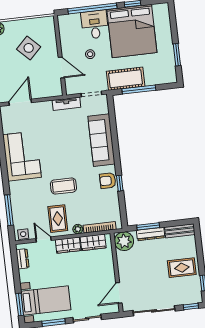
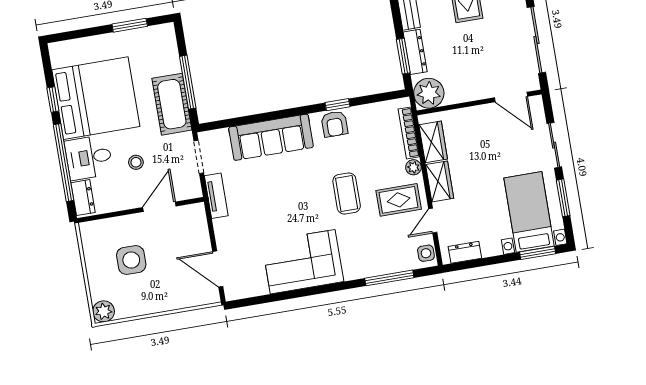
dresser: (70, 20) -> (83, 198), added
side table: (29, 48) -> (131, 260), turned 45

